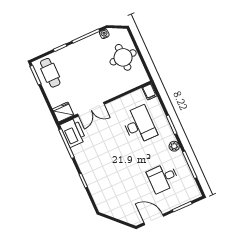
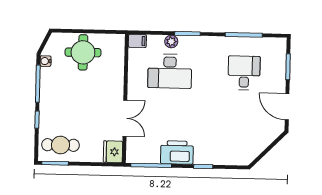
desk: (139, 125) -> (170, 71), turned 180
printer: (73, 133) -> (177, 153), moved
plant: (174, 146) -> (171, 42), moved
desk: (163, 178) -> (244, 73), turned 180
door: (154, 220) -> (287, 107), hinge flipped

